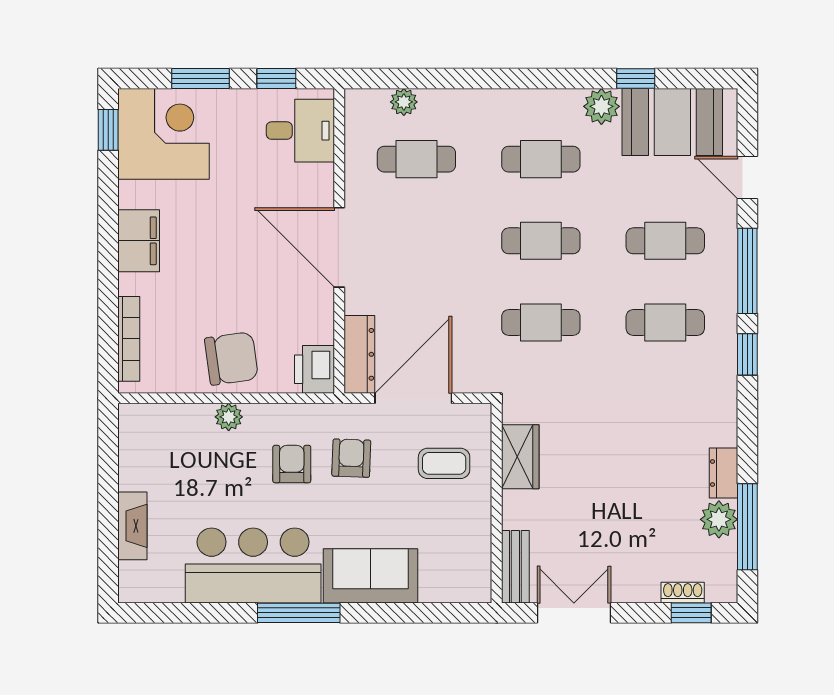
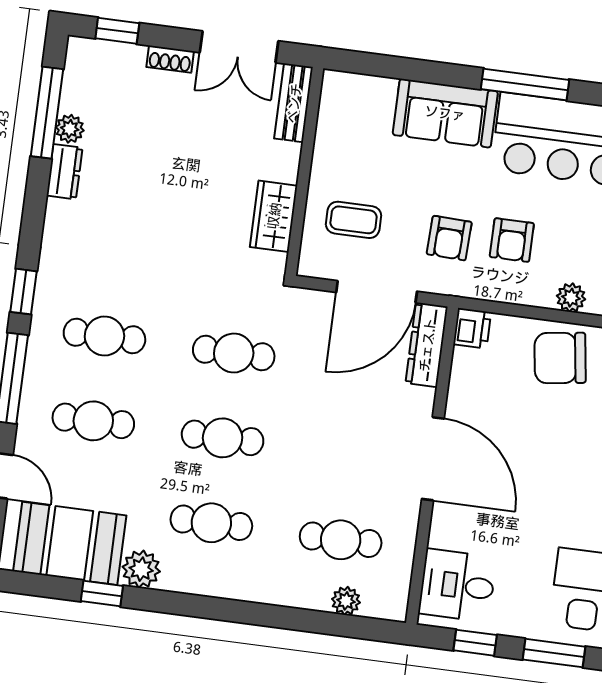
printer: (315, 369) -> (472, 328), width x0.73, depth x0.81
plant: (719, 519) -> (70, 129), width x0.73, depth x0.73
shoe rack: (683, 593) -> (170, 59), moved

